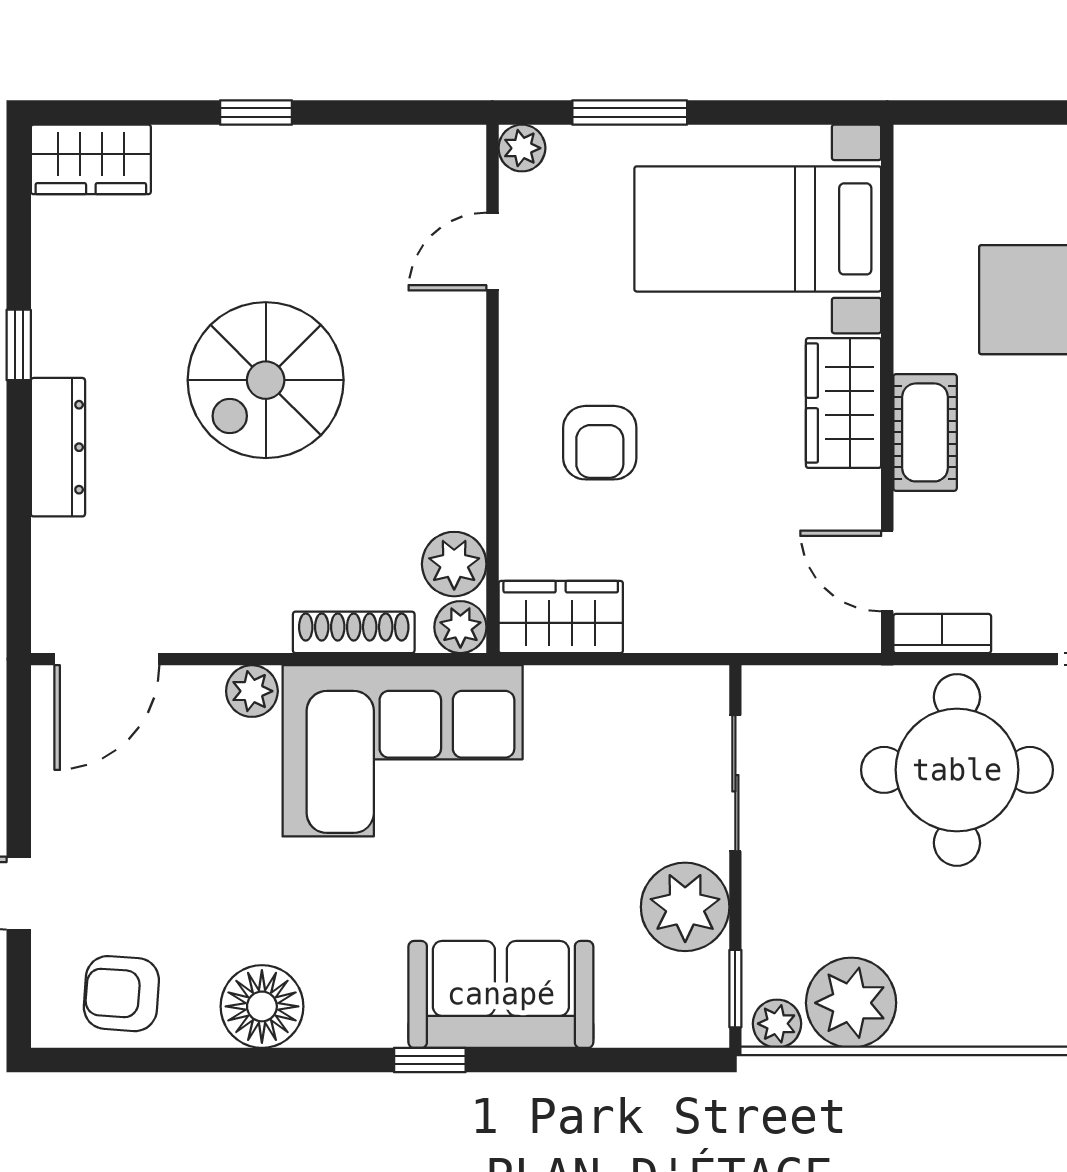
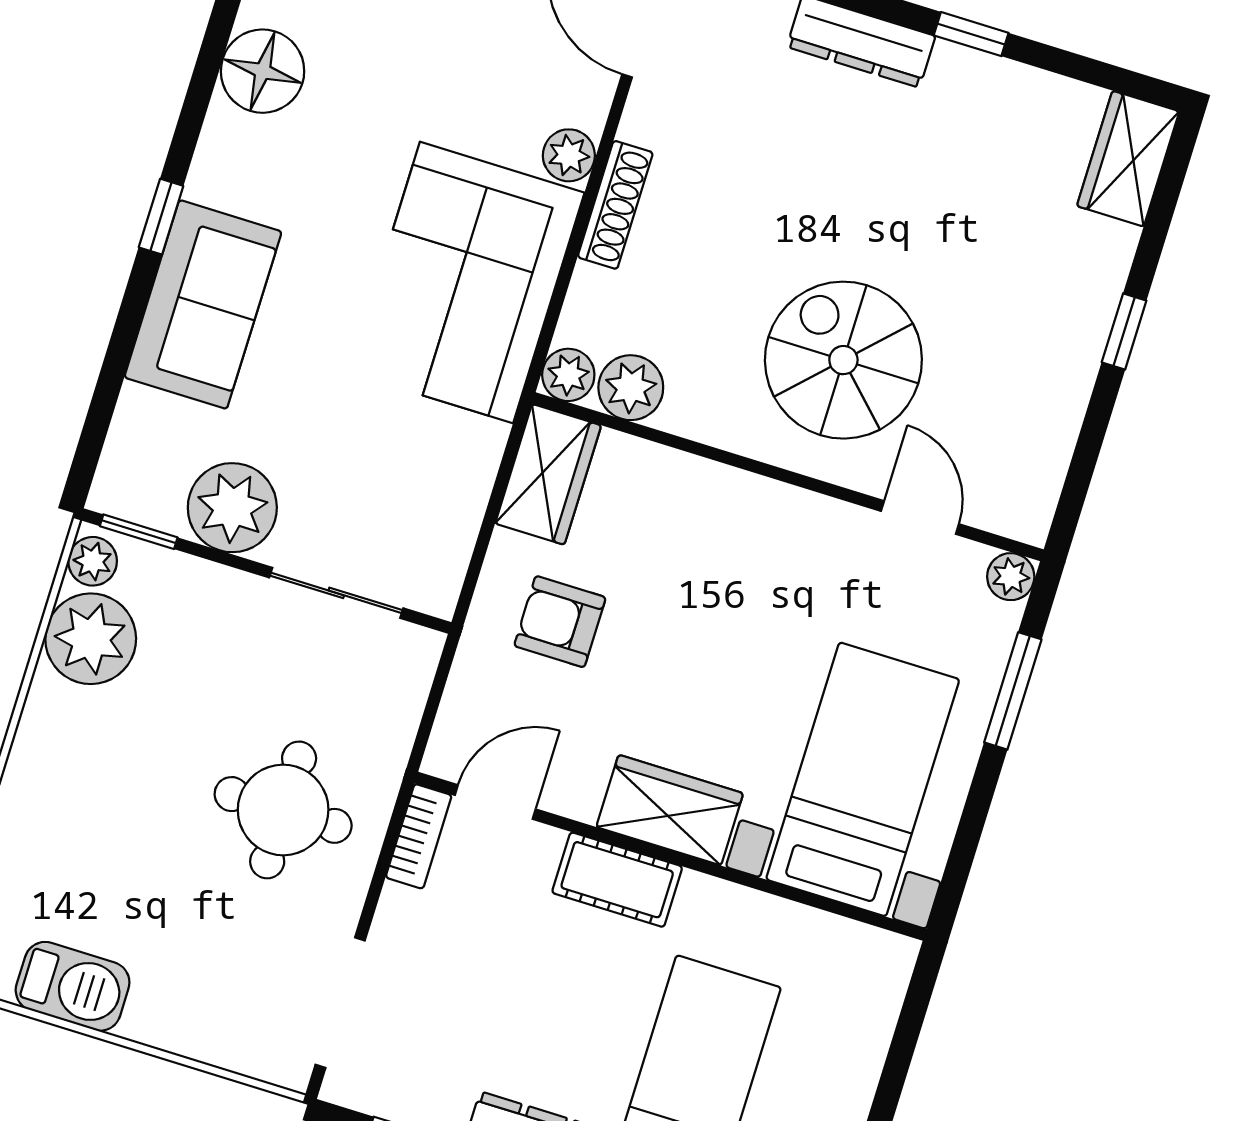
spiral stairs: (266, 380) -> (843, 360), moved
armchair: (600, 443) -> (560, 622), moved
shoe rack: (354, 632) -> (615, 205), moved
round table: (957, 770) -> (283, 810), width x0.73, depth x0.73

